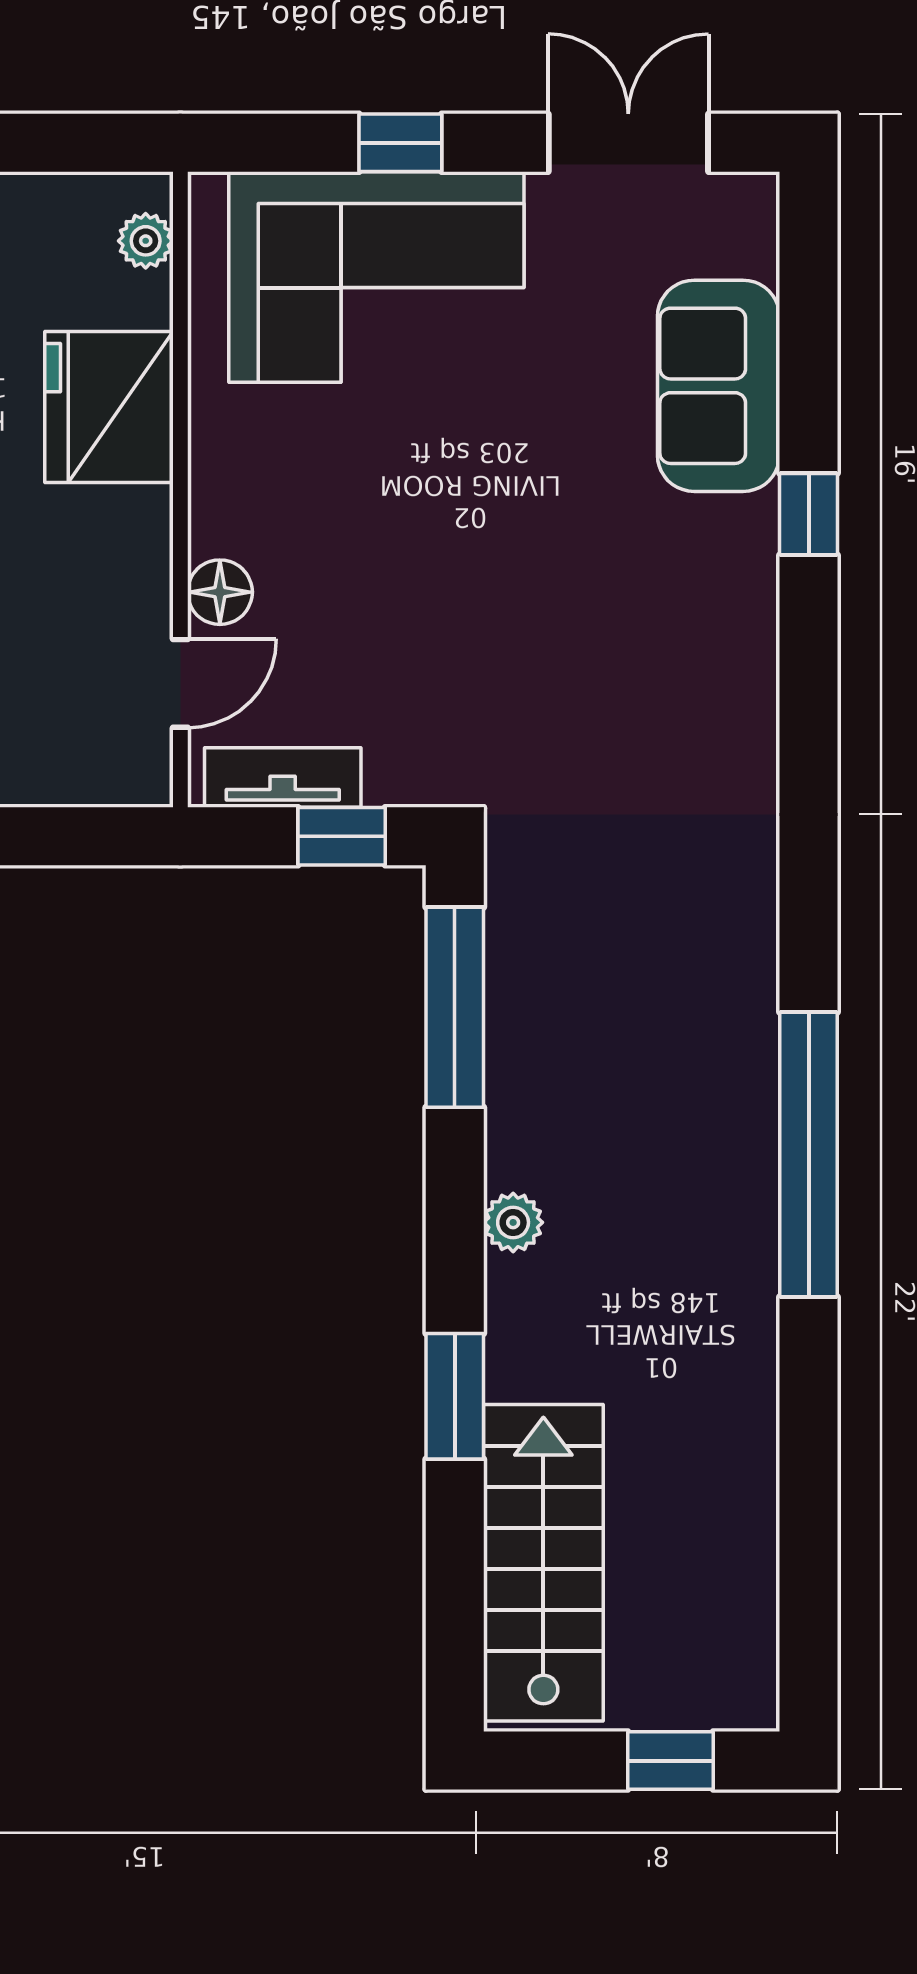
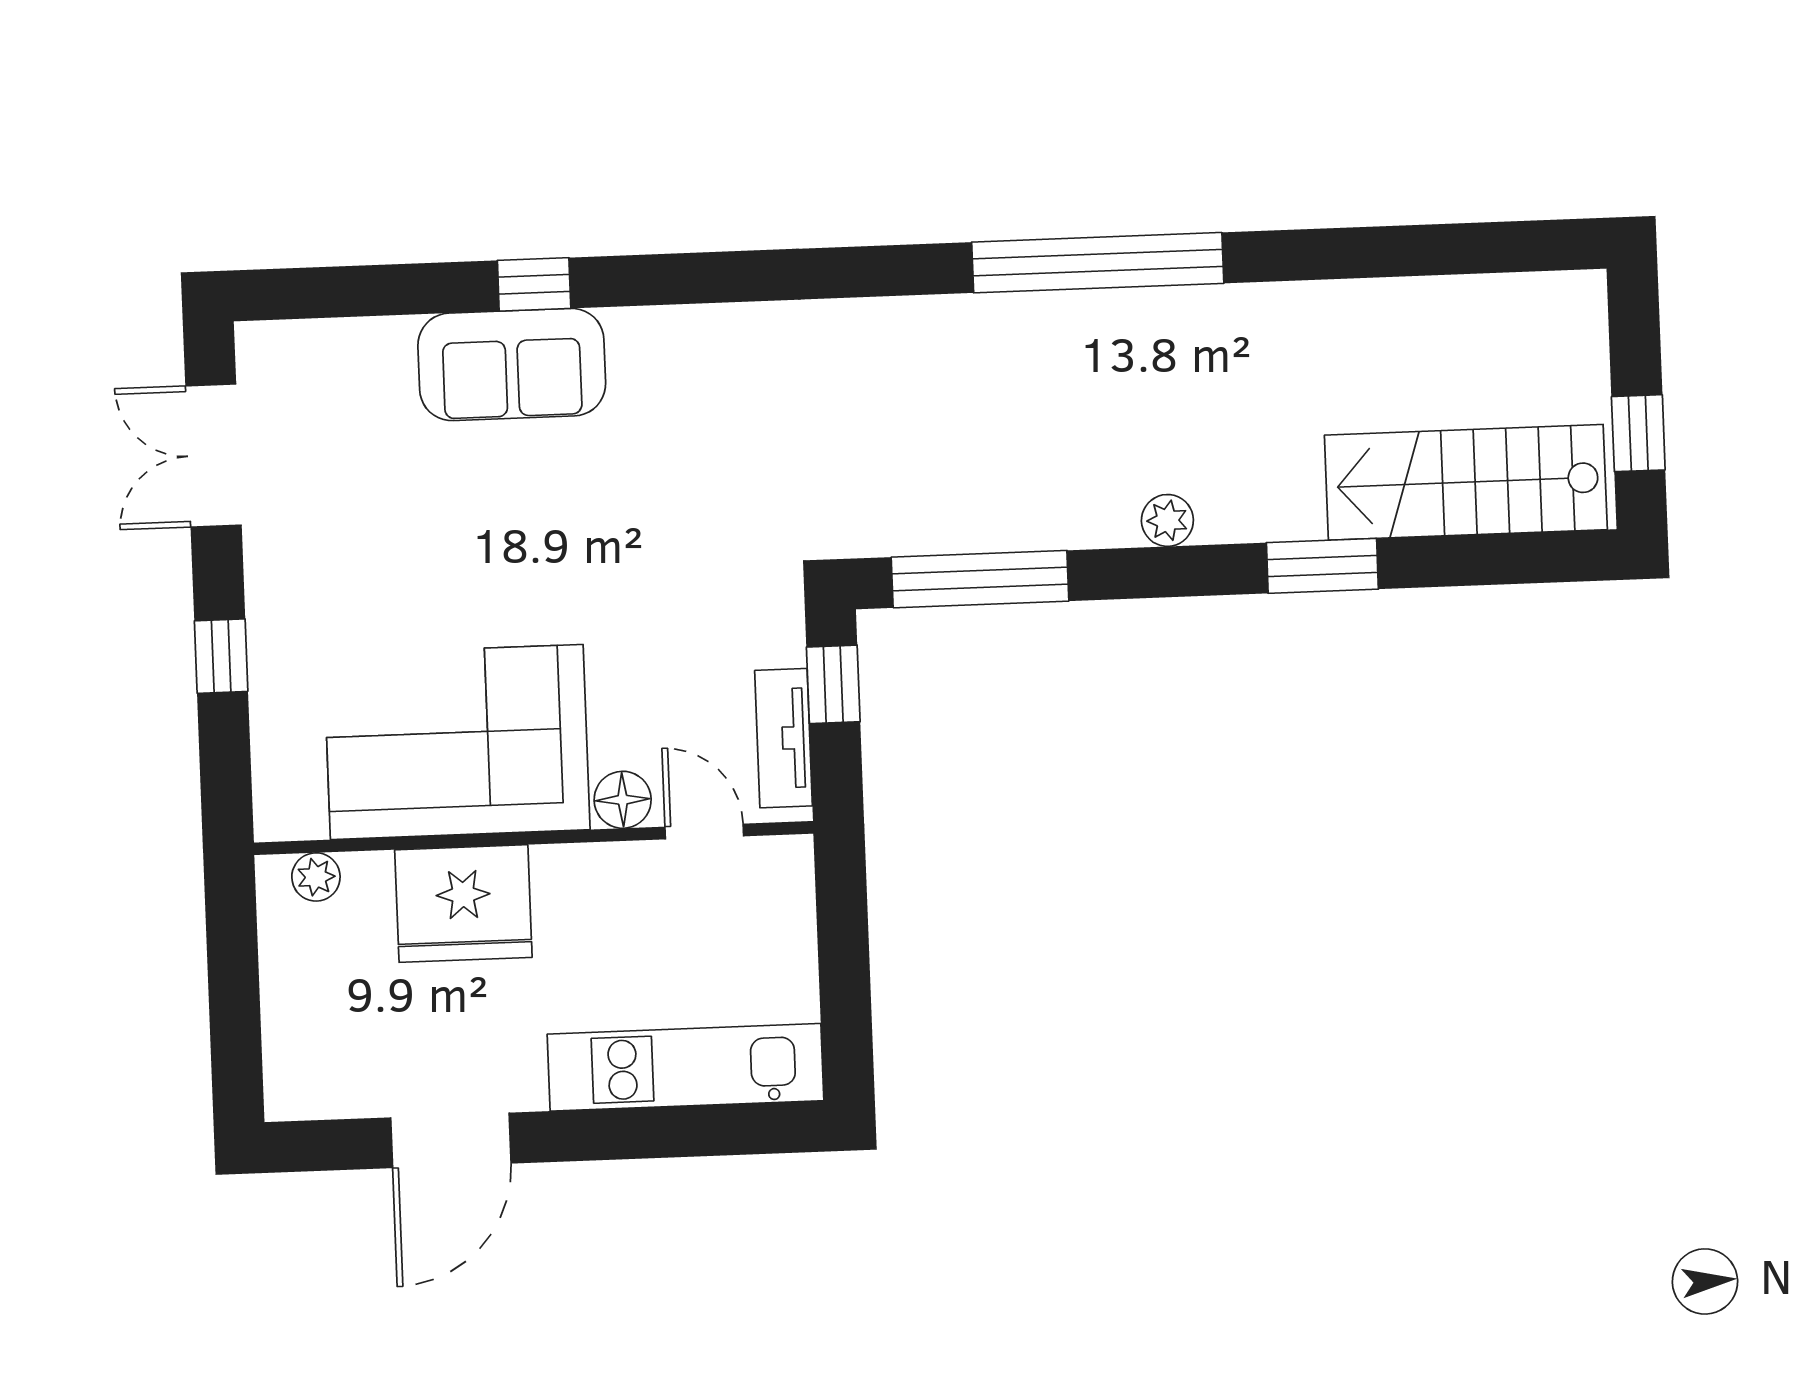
corner sofa: (376, 277) -> (457, 742), moved, turned -90
sofa: (719, 386) -> (512, 364), moved
window: (671, 1761) -> (1638, 433), moved

